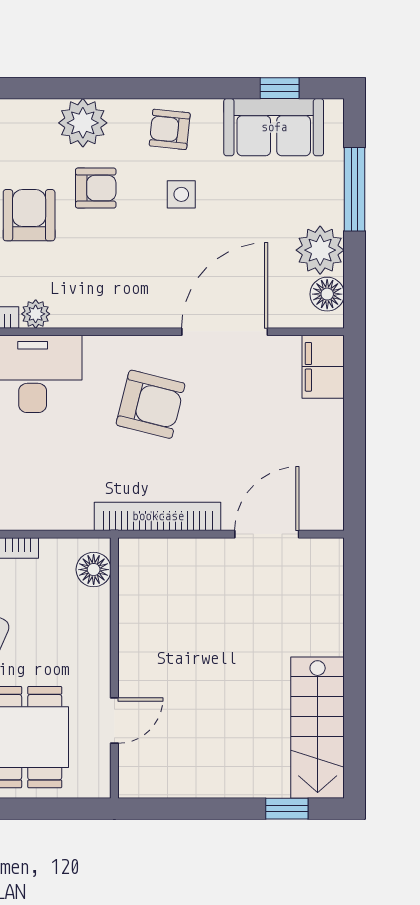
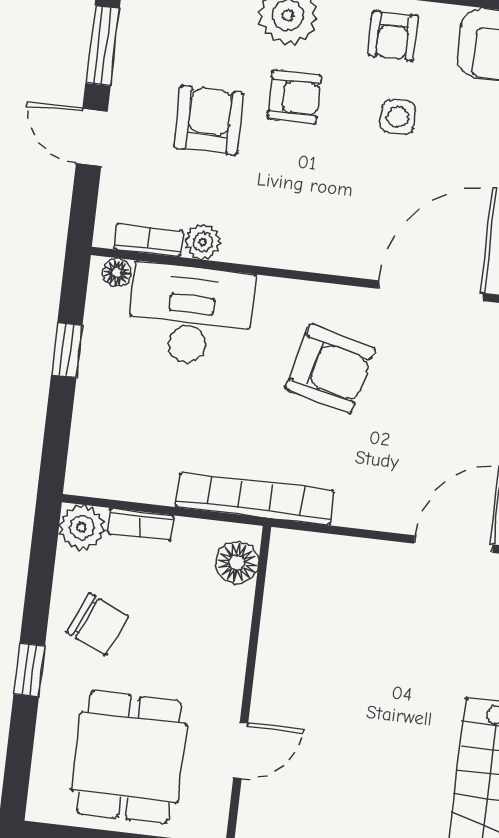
armchair: (170, 129) -> (393, 36), turned -96
bookcase: (158, 516) -> (255, 499), moved

